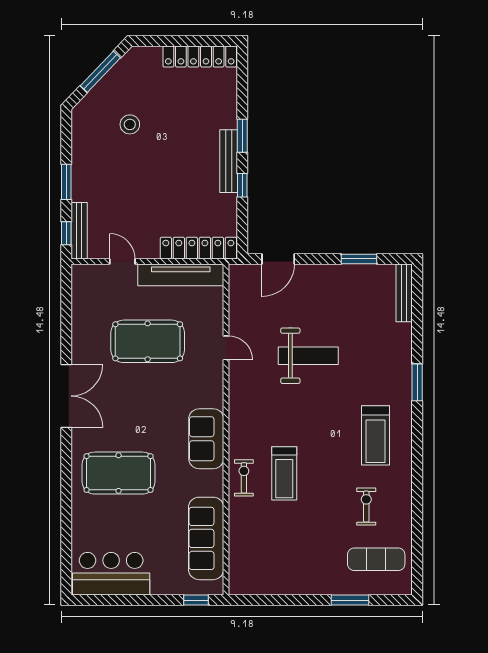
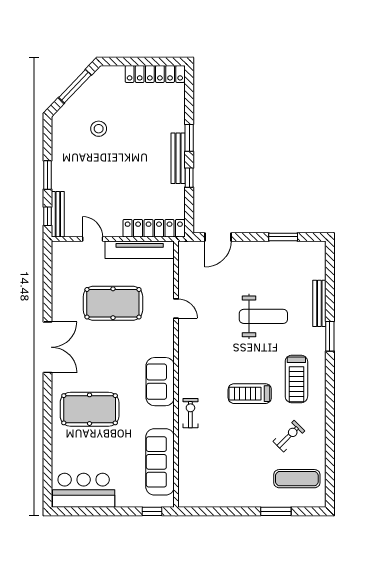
bench: (404, 293) -> (319, 303), moved
weight bench: (308, 356) -> (263, 316), moved
treadmill: (284, 473) -> (250, 394), moved, turned 90
exercise bike: (366, 506) -> (289, 436), turned 45

